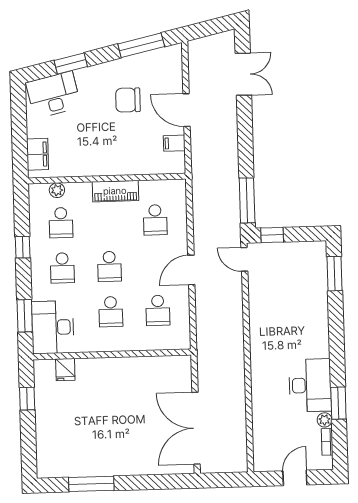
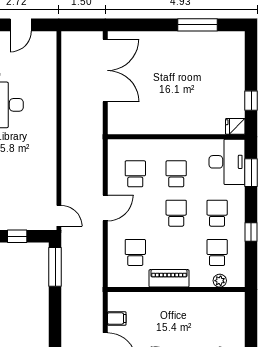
filing cabinet: (37, 154) -> (236, 312), removed
window: (272, 235) -> (17, 236), moved
fridge: (65, 370) -> (235, 126), moved, turned -90

